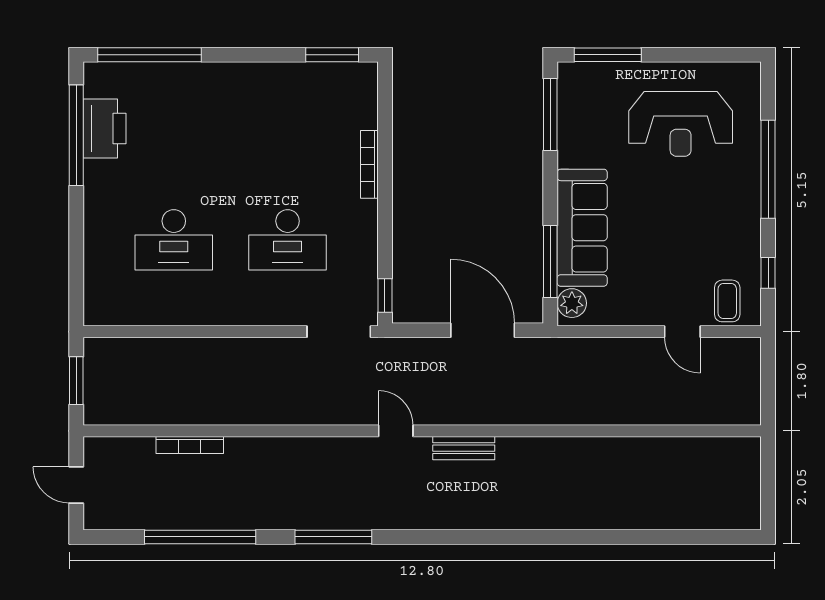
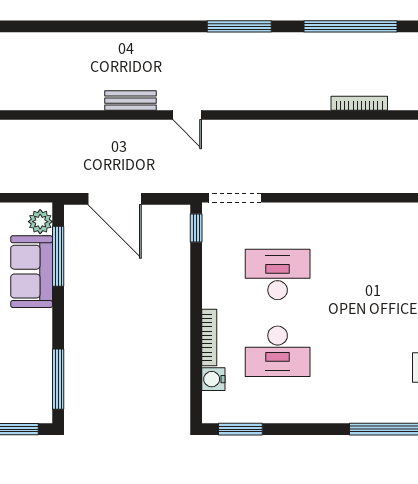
water cooler: (364, 114) -> (213, 379), added
sofa: (582, 228) -> (32, 272), width x0.73
desk: (174, 240) -> (278, 351), moved, turned 180

